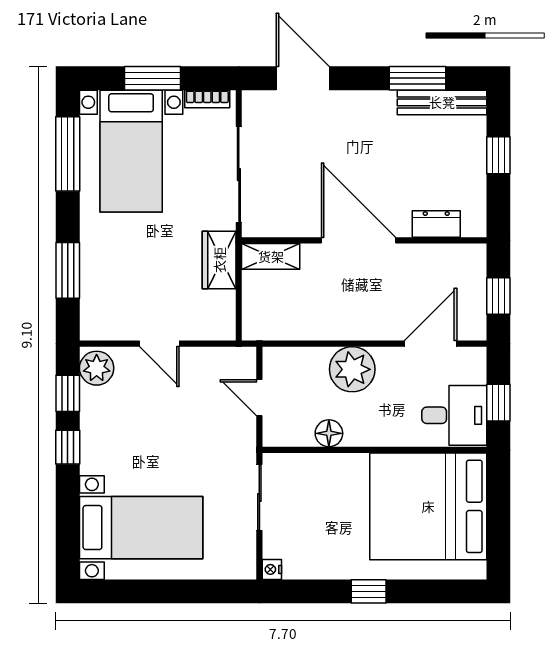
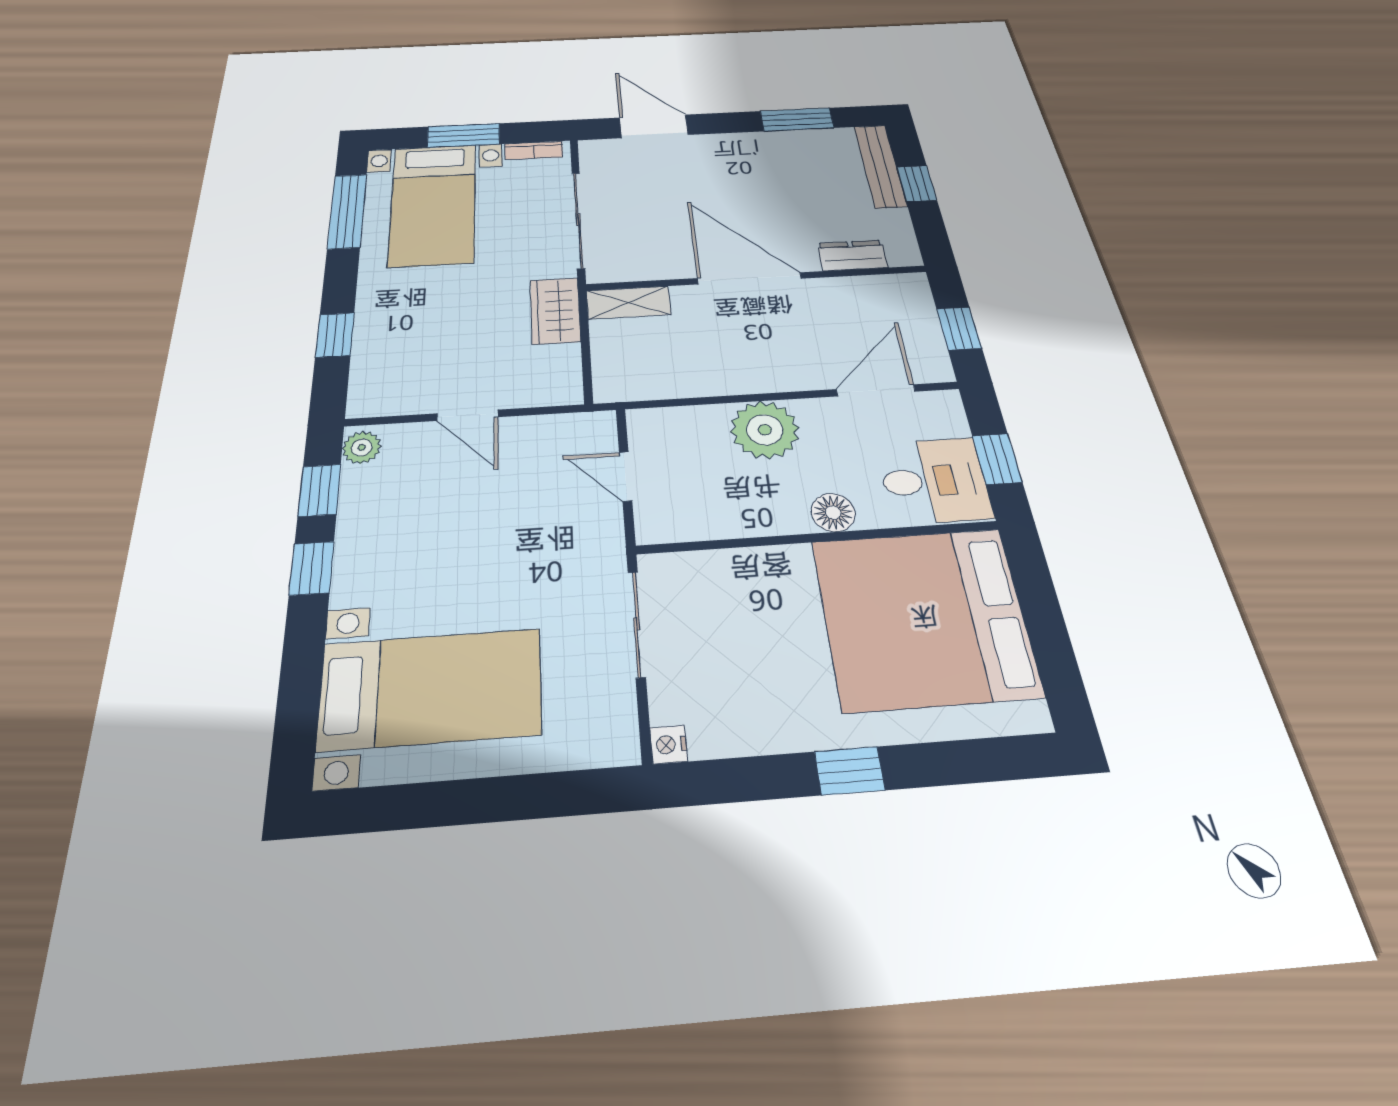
bench: (442, 102) -> (880, 166), moved, turned 90
window: (68, 270) -> (335, 335), width x0.67
plant: (97, 368) -> (362, 447), width x0.73, depth x0.73
floor lamp: (329, 433) -> (833, 513), moved

